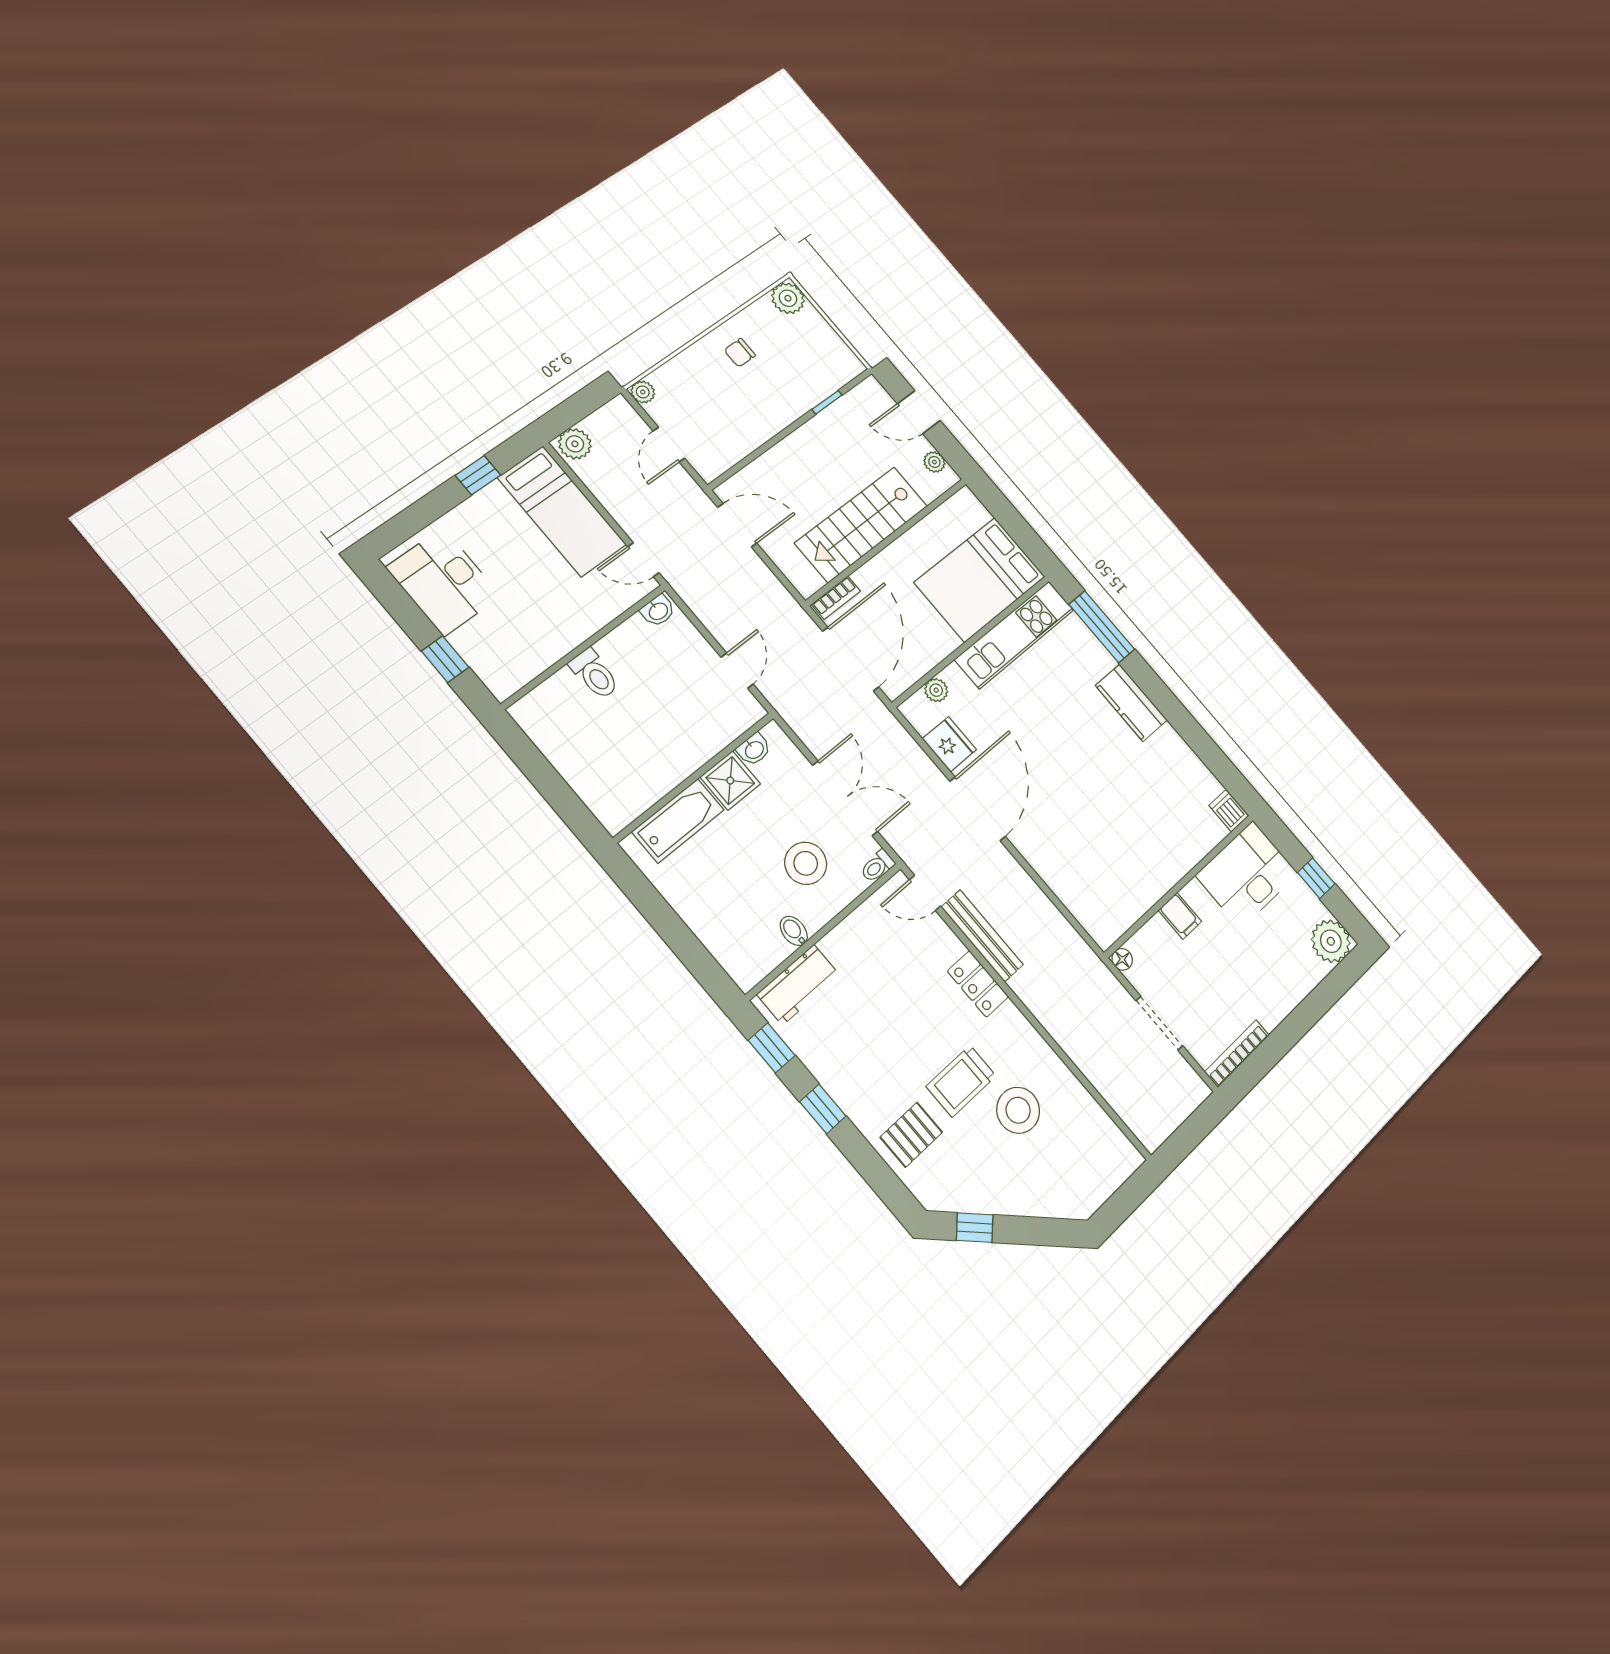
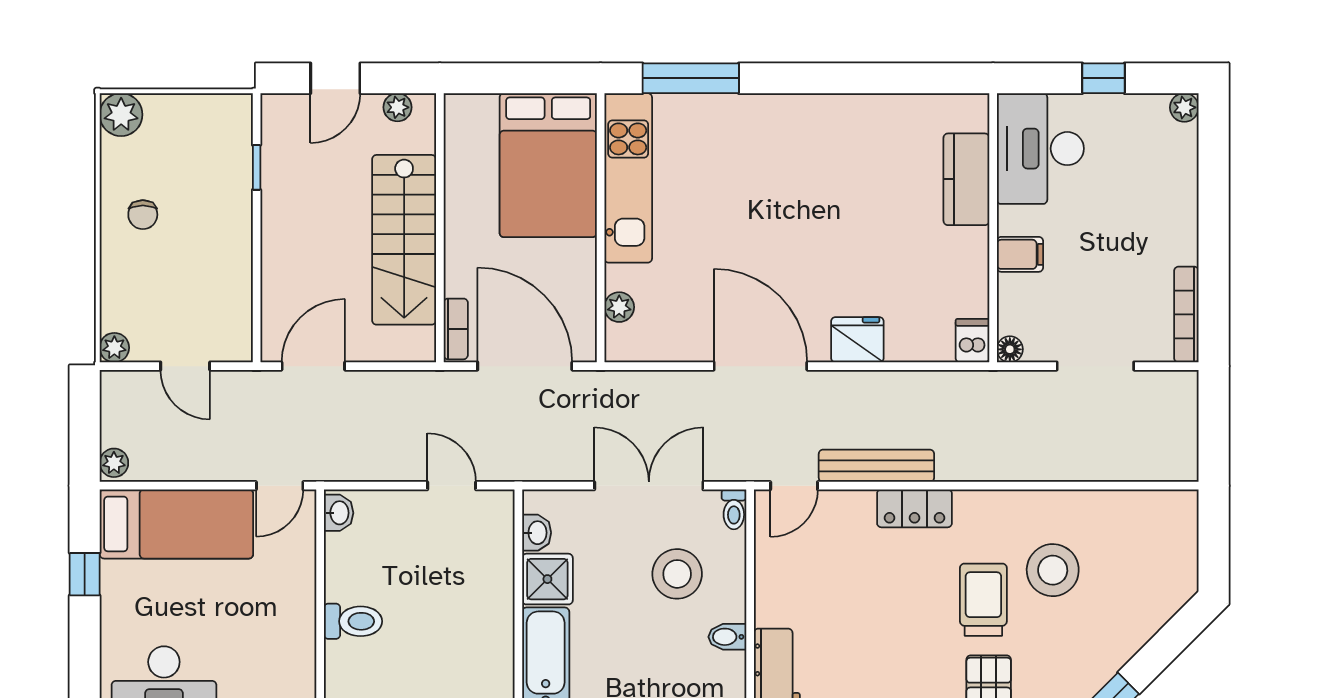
plant: (575, 444) -> (114, 463), width x0.73, depth x0.73
kitchen counter: (1131, 703) -> (966, 179), moved, turned 90
fridge: (949, 744) -> (857, 340), moved
dishwasher: (1229, 811) -> (972, 341), moved, turned 90
plant: (1331, 941) -> (1184, 107), width x0.53, depth x0.53
trolley: (961, 1081) -> (983, 600), turned 180

